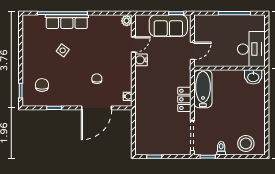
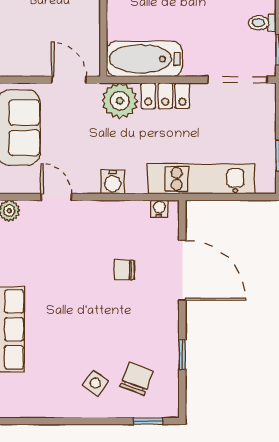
side table: (63, 50) -> (95, 383), moved
water cooler: (141, 60) -> (113, 182), moved
plant: (182, 76) -> (120, 101), added
chair: (42, 85) -> (137, 379), turned 110
kitchen unit: (143, 117) -> (201, 179), added

